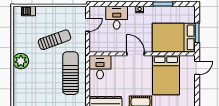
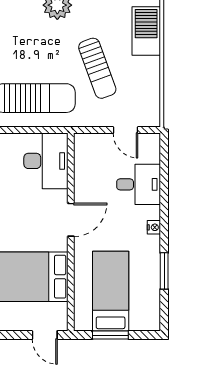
barbecue: (28, 11) -> (146, 31), width x1.88, depth x1.53
bed: (174, 37) -> (111, 291), width x0.67
desk: (100, 67) -> (46, 161), width x1.37

